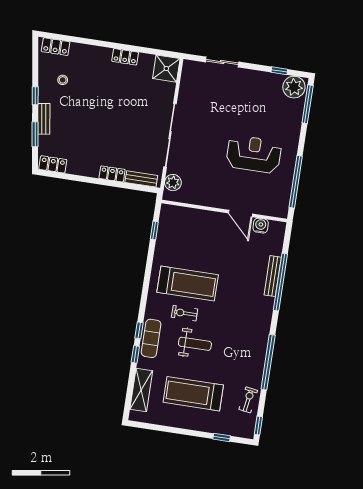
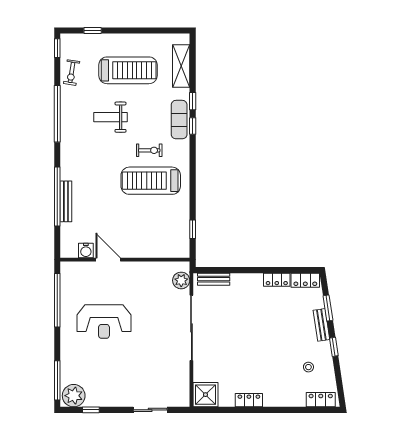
locker: (112, 174) -> (277, 280), moved
weight bench: (195, 344) -> (111, 117), moved

